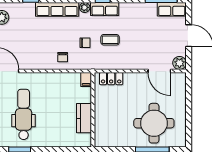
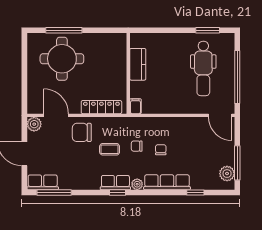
chair: (136, 55) -> (82, 132), added
chair: (63, 57) -> (161, 150), moved
locker: (111, 79) -> (101, 107), width x1.53

